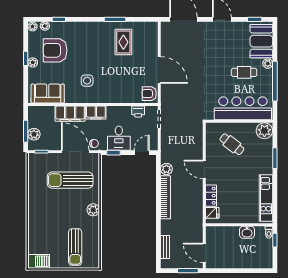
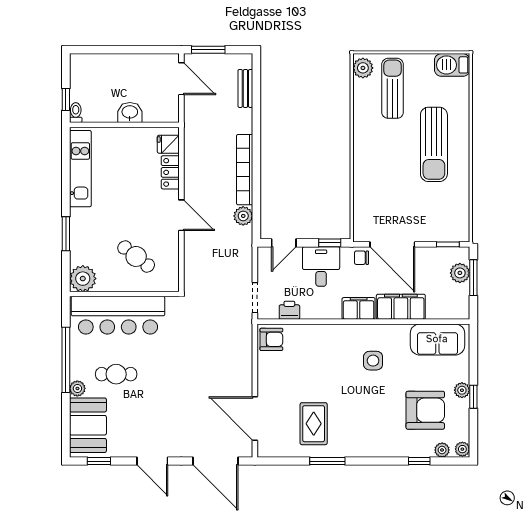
door: (159, 70) -> (255, 419), moved
sun lounger: (70, 180) -> (434, 144), moved, turned 90
plant: (93, 210) -> (363, 68), moved
washbasin: (247, 232) -> (130, 112), moved

